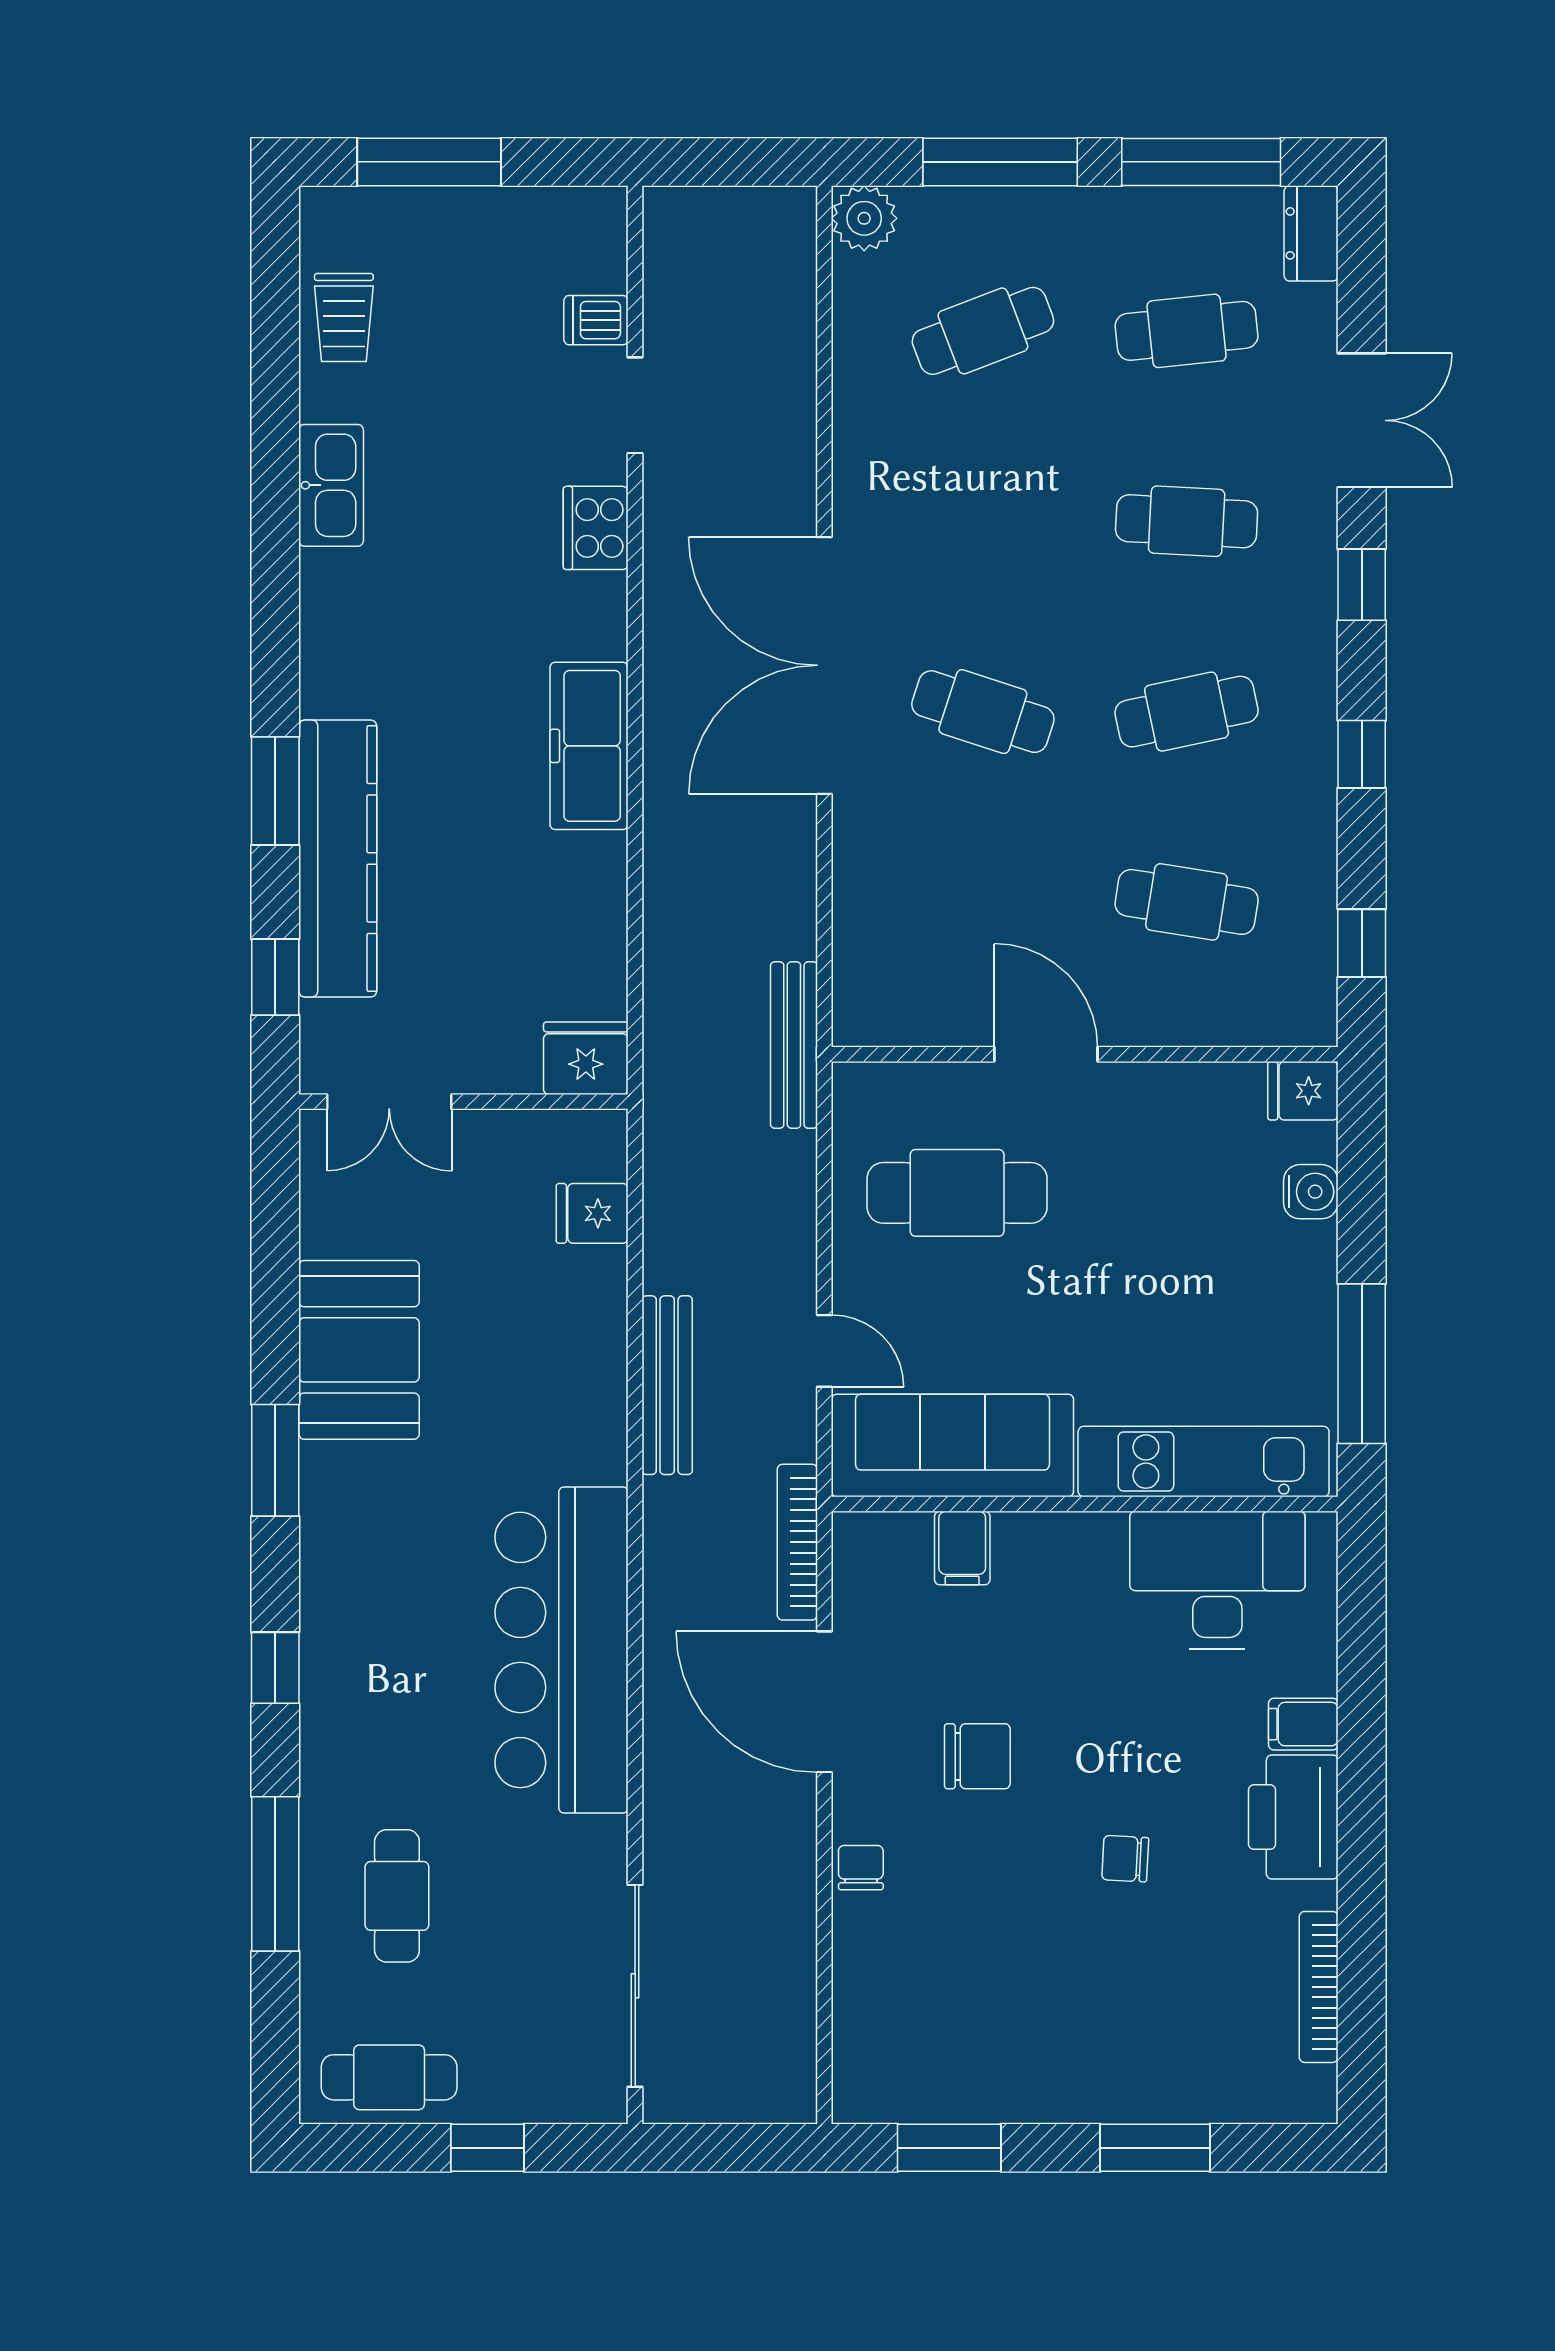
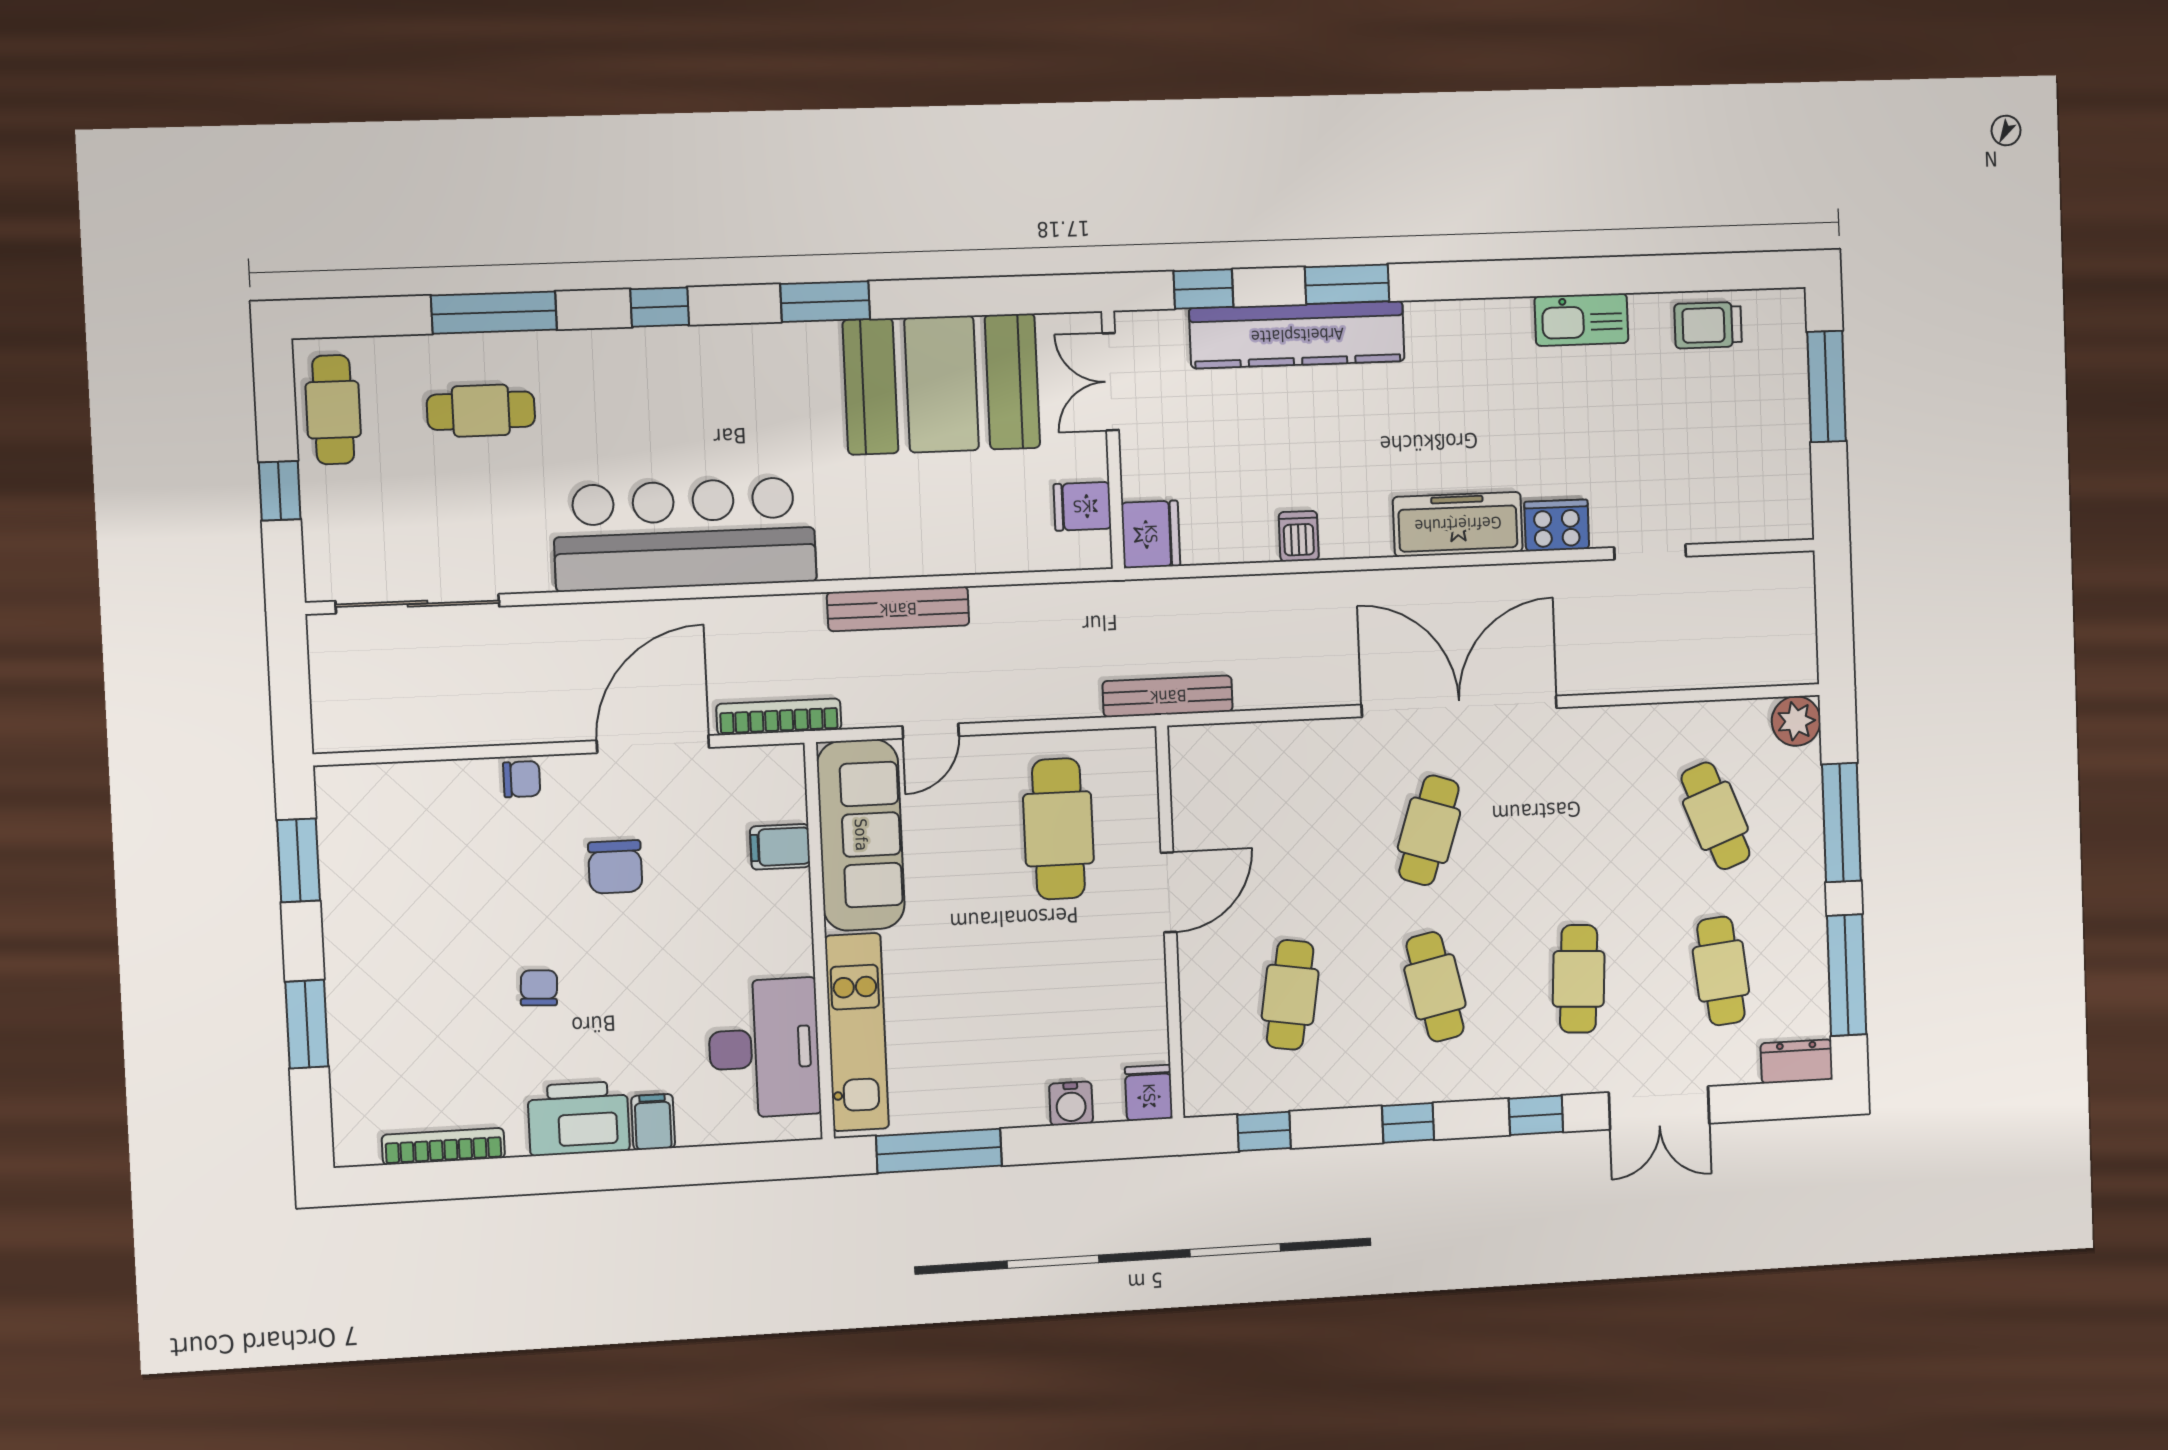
dishwasher: (596, 320) -> (1299, 536), moved
freezer: (589, 746) -> (1458, 524), moved
fridge: (592, 1213) -> (1082, 506), moved, turned -90
booth: (359, 1350) -> (942, 384), width x1.36, depth x1.42

